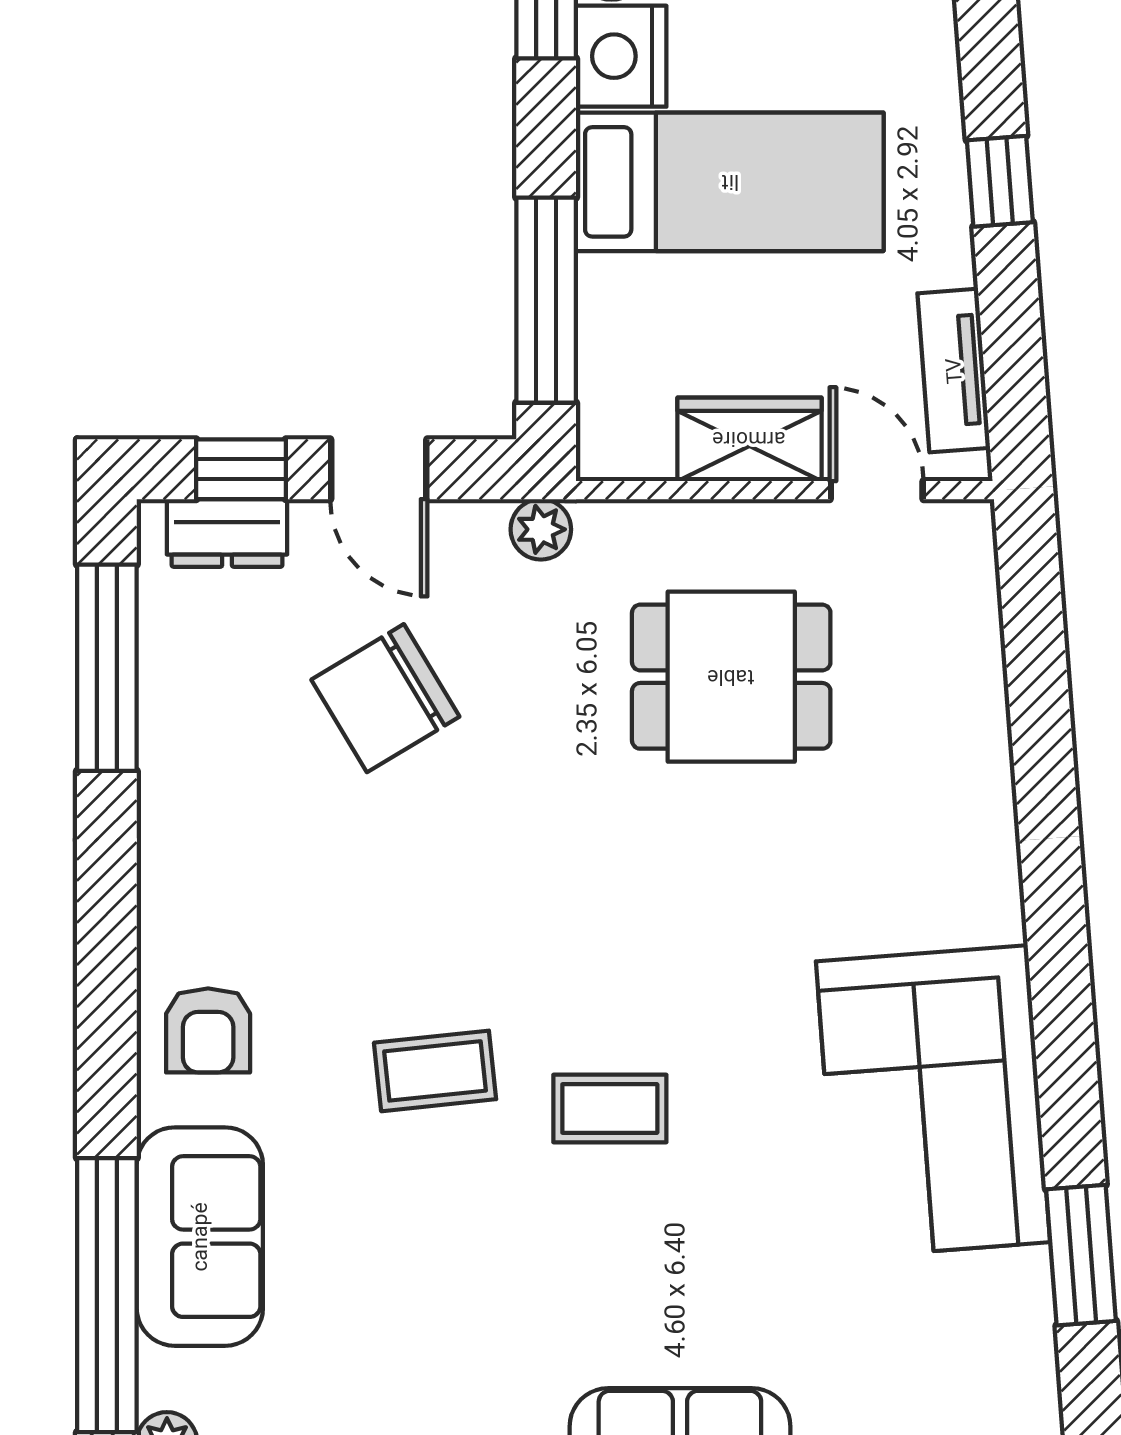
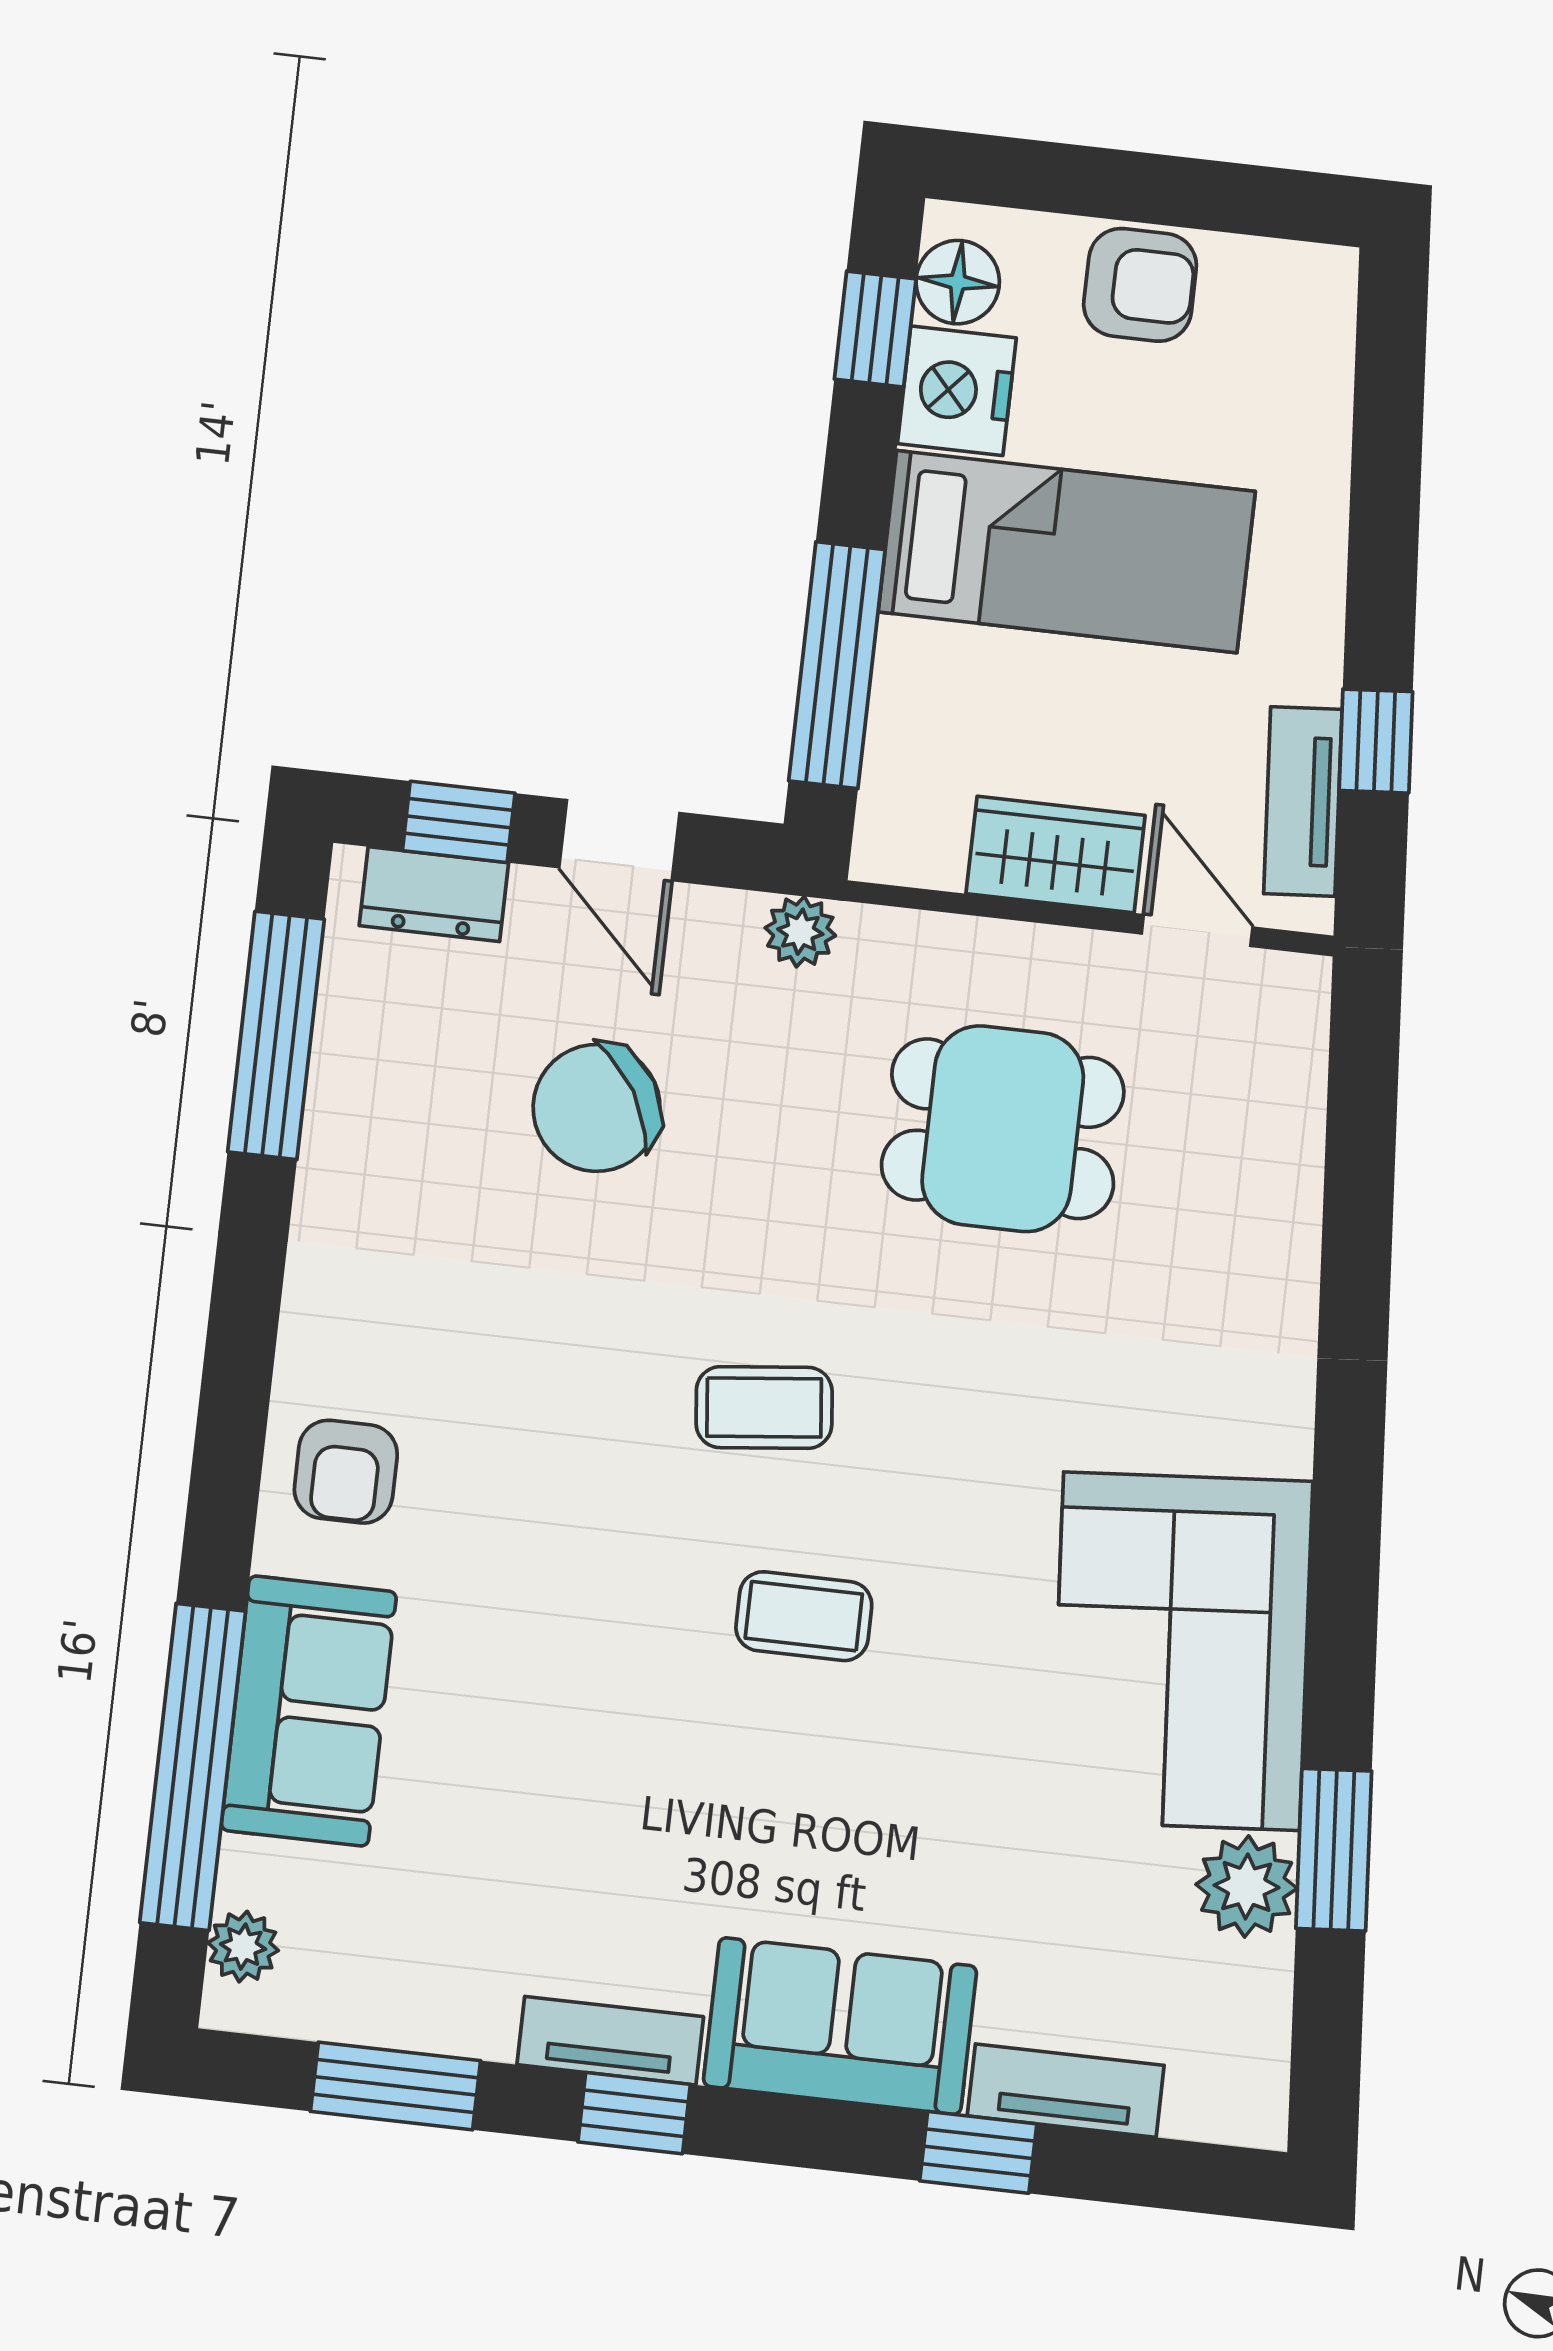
window: (1000, 181) -> (1376, 741), moved
coffee table: (435, 1071) -> (764, 1408), moved
plant: (1011, 1295) -> (1247, 1886), added

